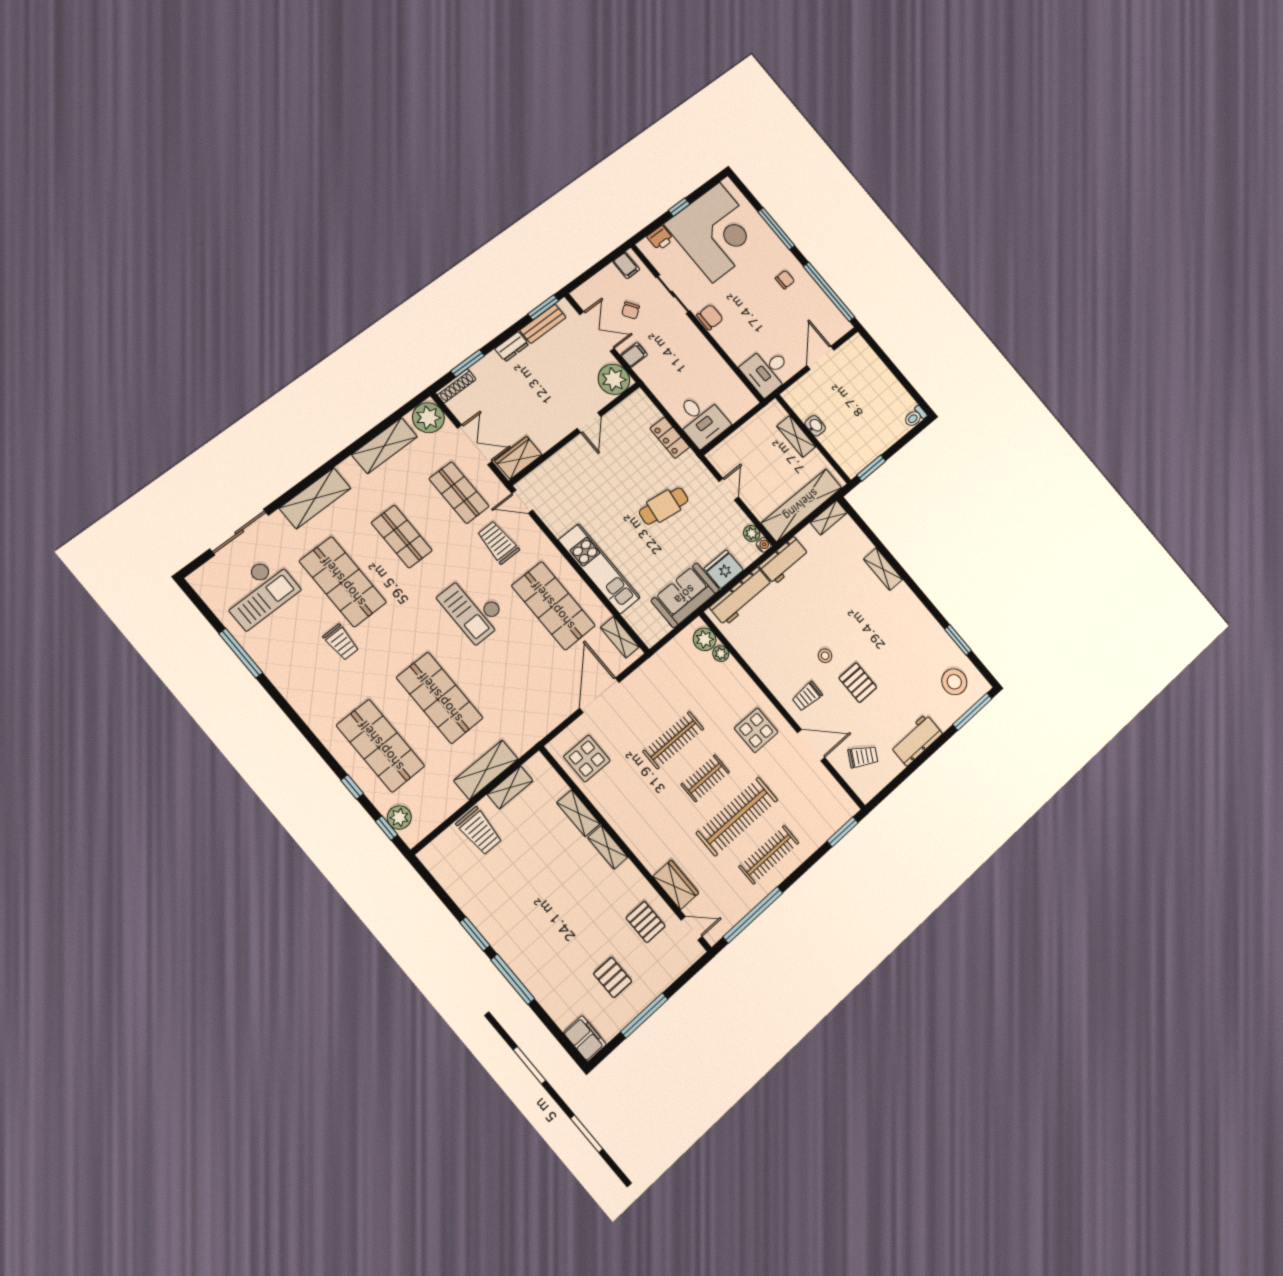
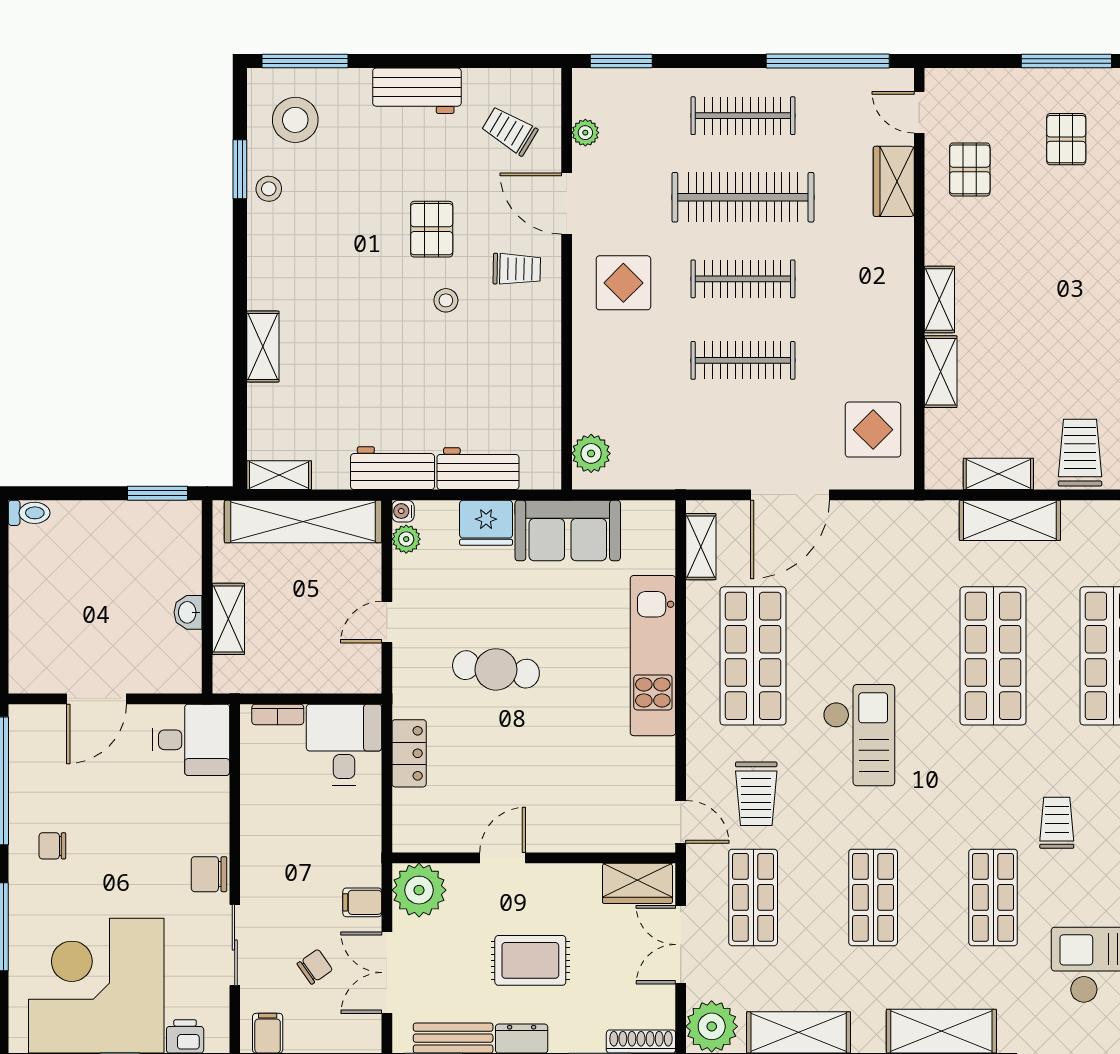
rug: (538, 385) -> (530, 960), added
bookcase: (740, 411) -> (278, 714), added
shop shelf: (343, 582) -> (993, 897), width x0.70, depth x0.74
workbench: (741, 597) -> (478, 469), width x0.73
stool: (939, 641) -> (269, 189), added
plant: (721, 654) -> (585, 133), moved
clothes rail: (705, 778) -> (743, 279), width x1.36

